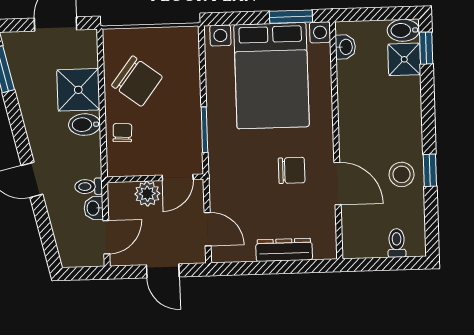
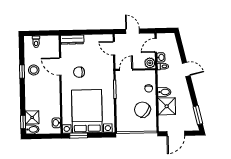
plant: (147, 194) -> (150, 63), moved
dresser: (284, 250) -> (72, 40), moved

